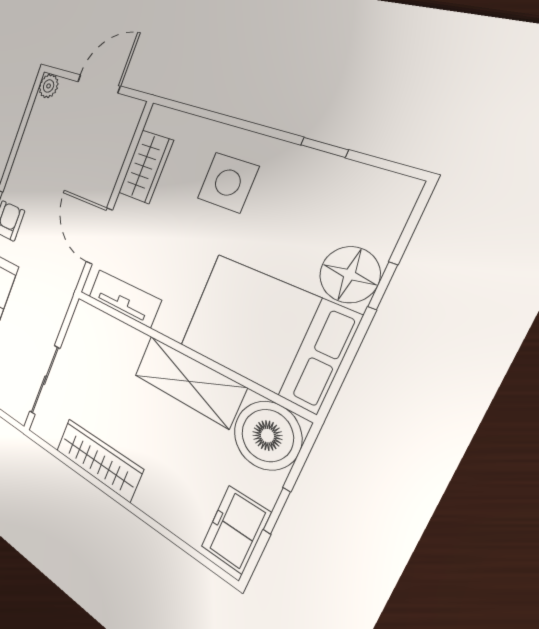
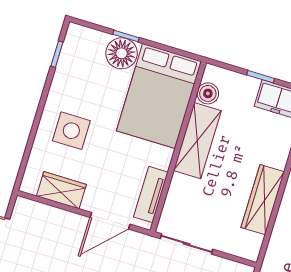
window: (324, 147) -> (57, 54), moved
sliding door: (45, 380) -> (187, 244), moved
boiler: (267, 436) -> (208, 93), width x0.54, depth x0.54

